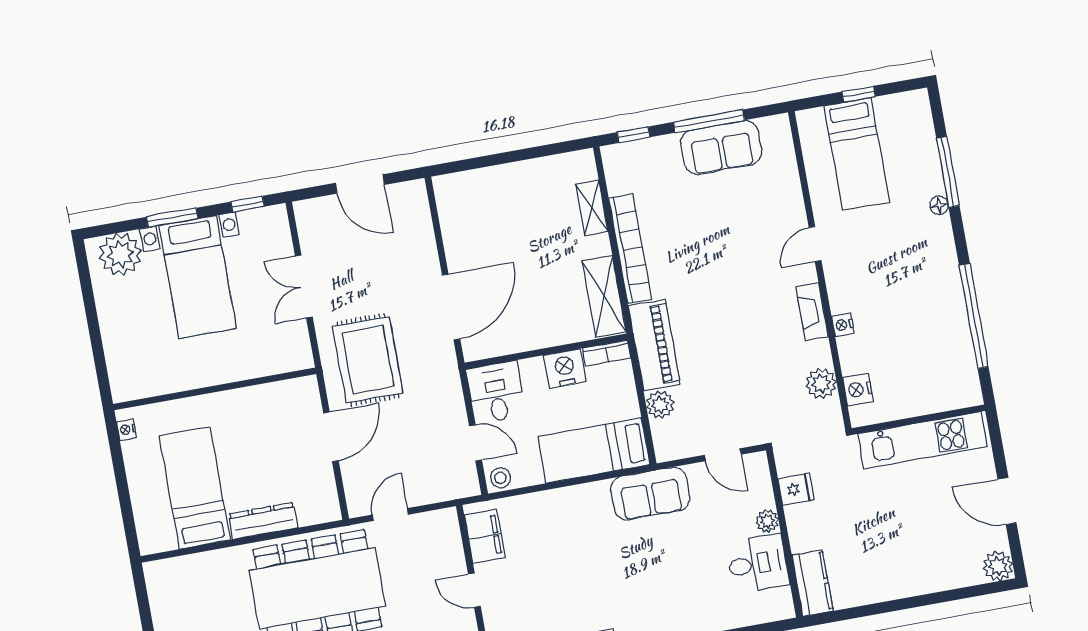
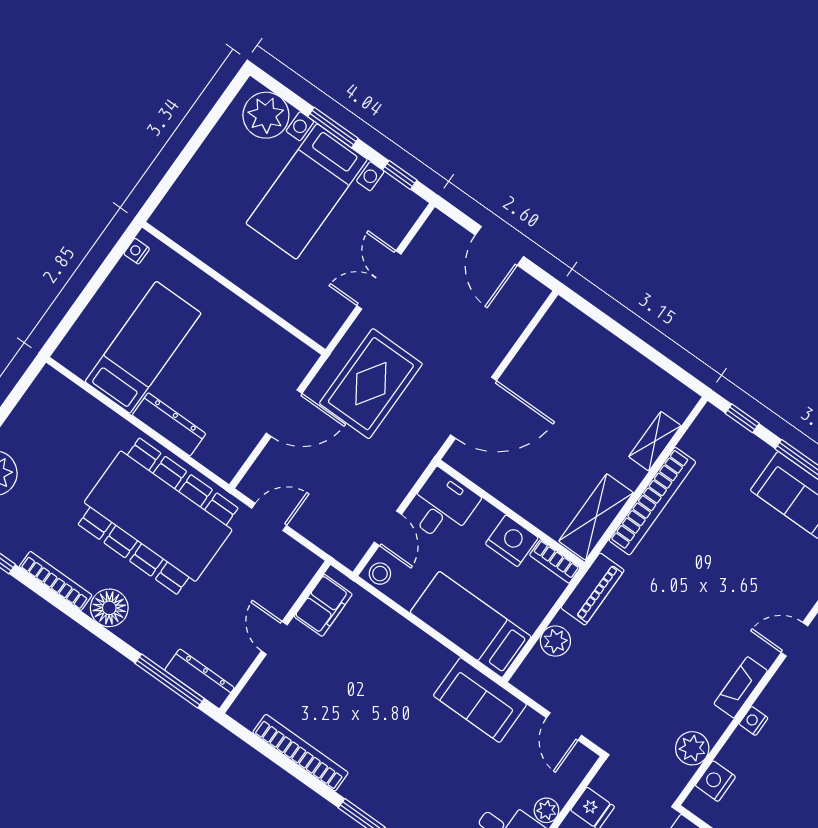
piano: (654, 345) -> (593, 589), width x0.73, depth x0.75

